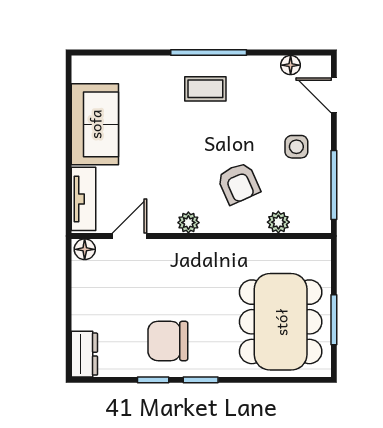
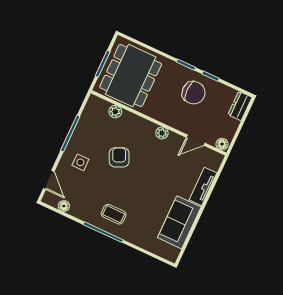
plant: (278, 222) -> (115, 112), moved
plant: (188, 223) -> (162, 133), moved
door: (130, 236) -> (196, 140), moved
wall: (201, 236) -> (159, 123), moved
floor lamp: (85, 249) -> (222, 144), moved

